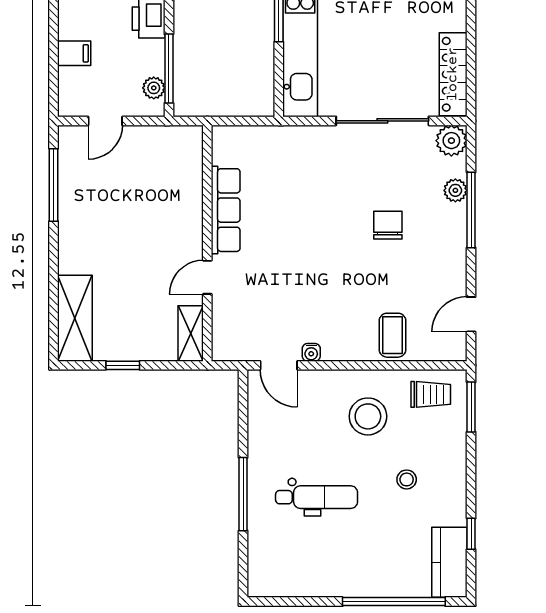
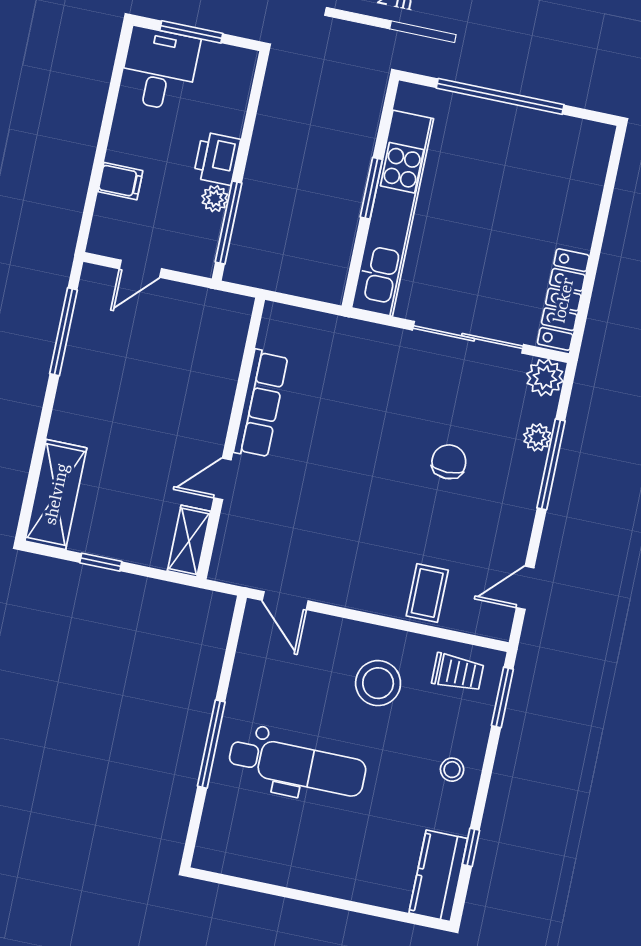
plant: (154, 88) -> (215, 199), moved
water cooler: (311, 352) -> (327, 593), removed
stool: (407, 479) -> (452, 770), moved
dental chair: (317, 497) -> (297, 766), width x1.36, depth x1.38
window: (394, 602) -> (363, 908), removed

